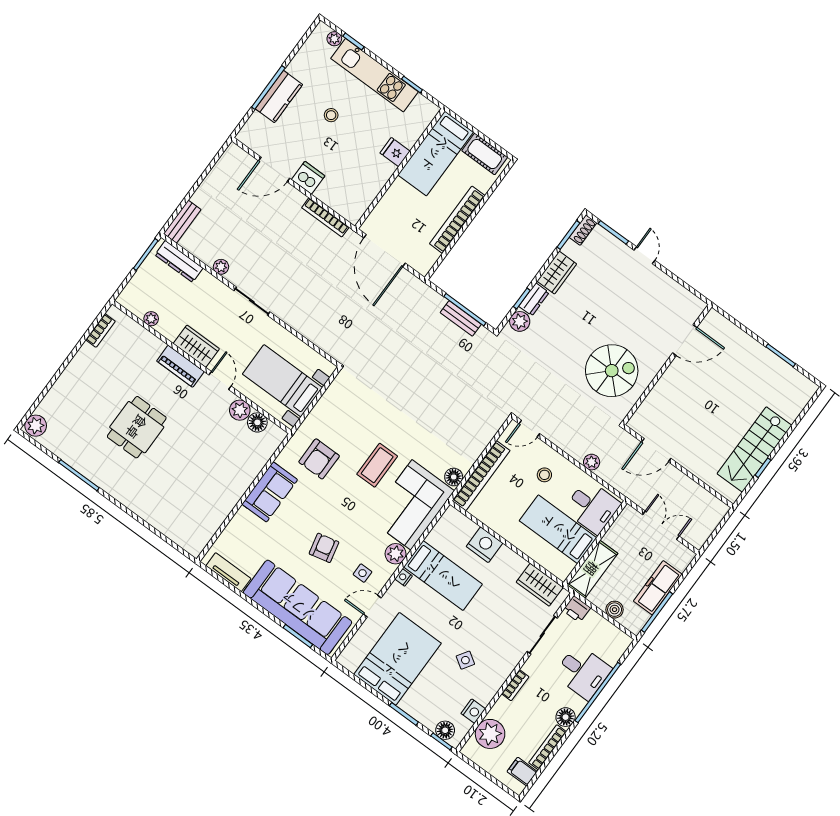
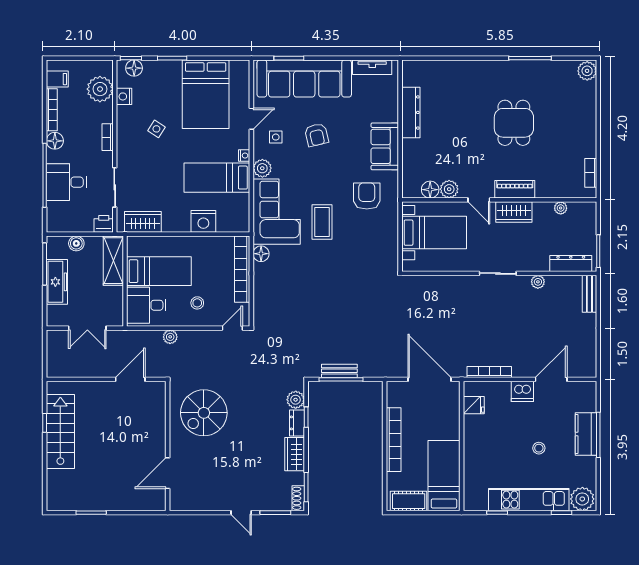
plant: (334, 39) -> (582, 499), width x1.88, depth x1.88
fridge: (395, 152) -> (474, 405), moved
dresser: (223, 505) -> (411, 112), added

